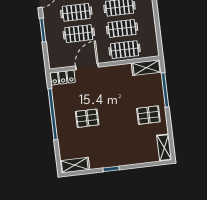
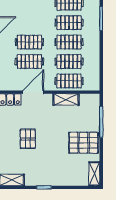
shelving: (146, 68) -> (66, 100), moved
pallet: (148, 115) -> (84, 143), width x1.50, depth x1.42
pallet: (87, 118) -> (28, 139), turned 90

